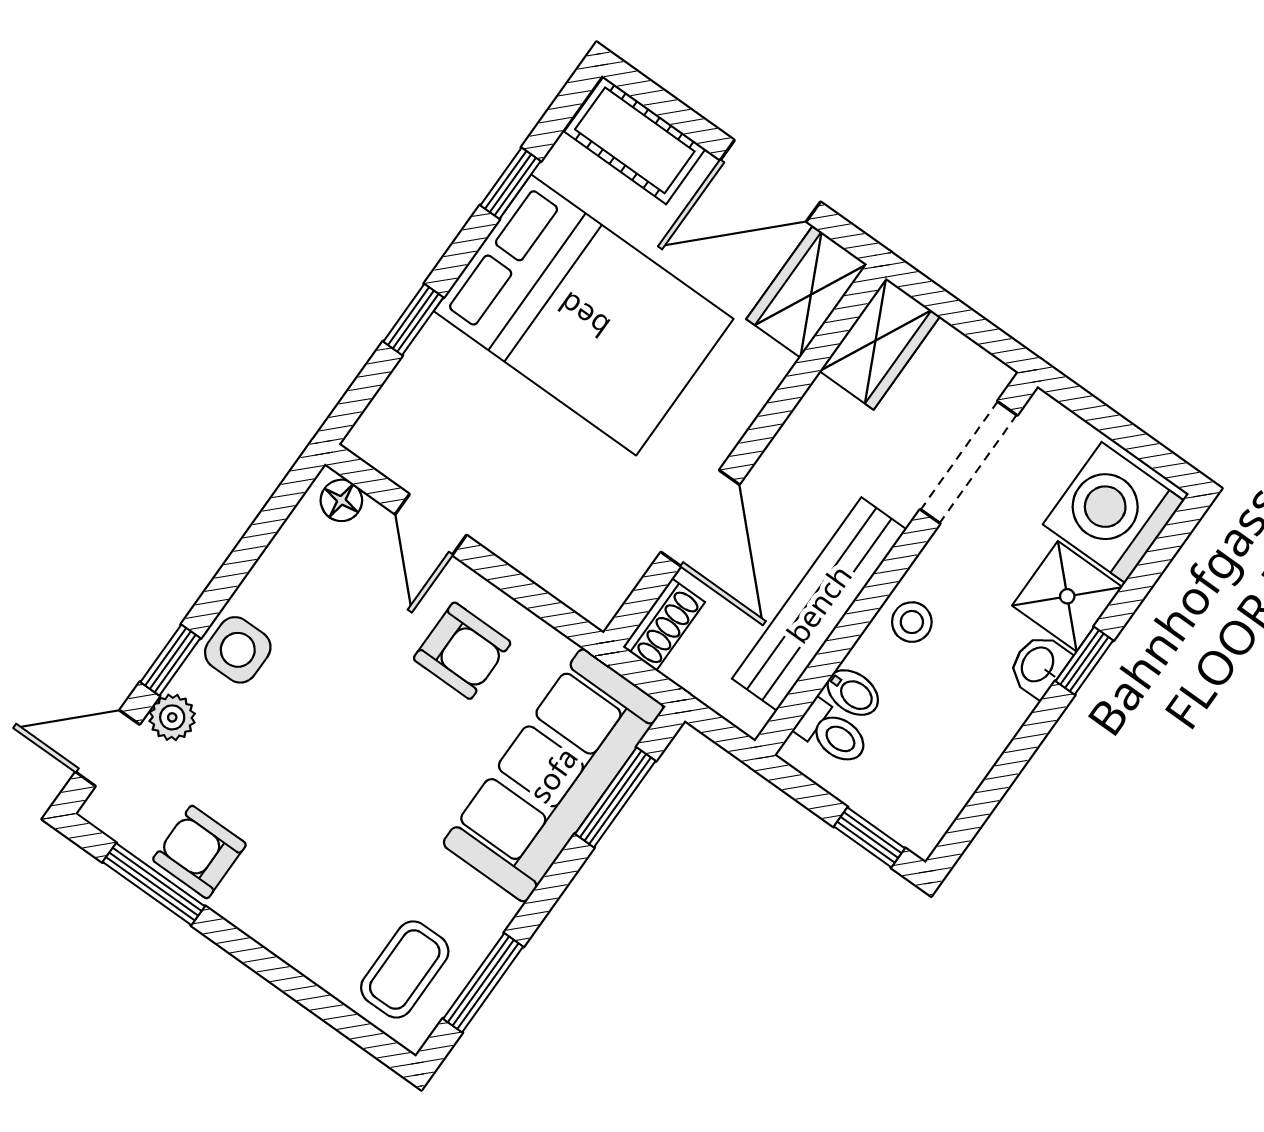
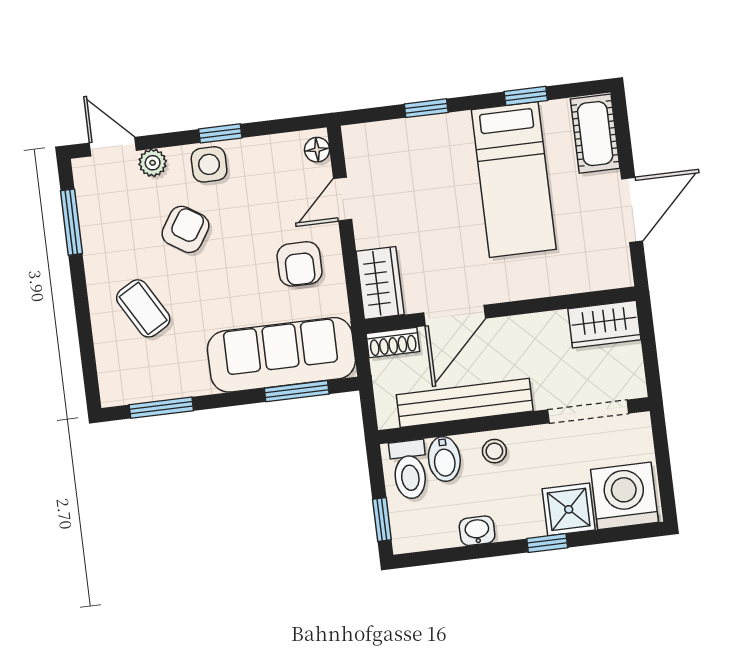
door: (770, 181) -> (632, 210), swing flipped
wardrobe: (807, 292) -> (380, 283), moved, turned 90
bed: (584, 315) -> (514, 180), width x0.67
window: (170, 660) -> (220, 133), moved
washbasin: (1039, 665) -> (477, 531), moved
bidet: (853, 693) -> (444, 459), width x1.38, depth x1.36
toilet: (832, 733) -> (409, 470), width x1.37, depth x1.39
armchair: (199, 852) -> (185, 229), moved, turned 33
coffee table: (405, 969) -> (143, 308), moved, turned 60

